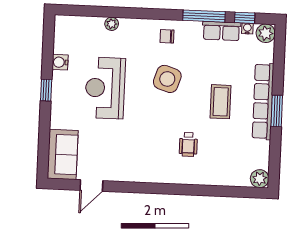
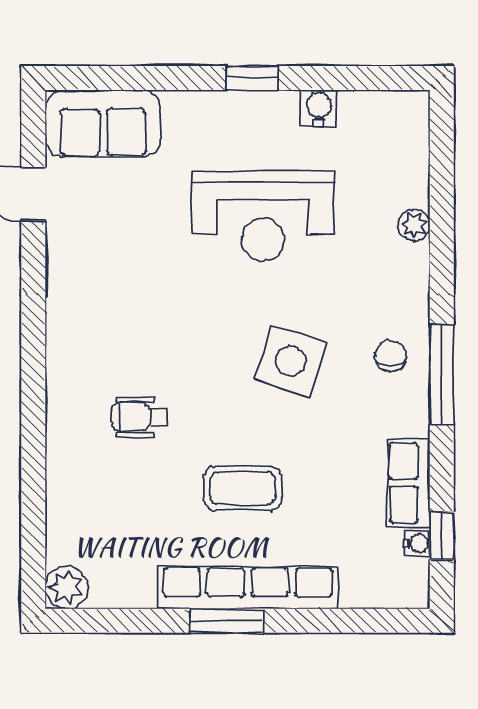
window: (204, 16) -> (442, 375), moved
plant: (266, 33) -> (408, 587), removed
reception desk: (105, 88) -> (263, 216), turned 180

